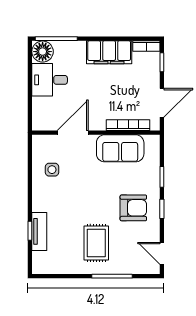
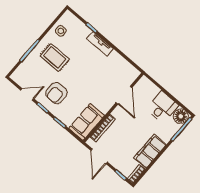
sofa: (120, 148) -> (87, 122), moved
side table: (52, 170) -> (61, 31), moved
tv unit: (39, 231) -> (100, 44), moved
door: (162, 253) -> (27, 94), moved

